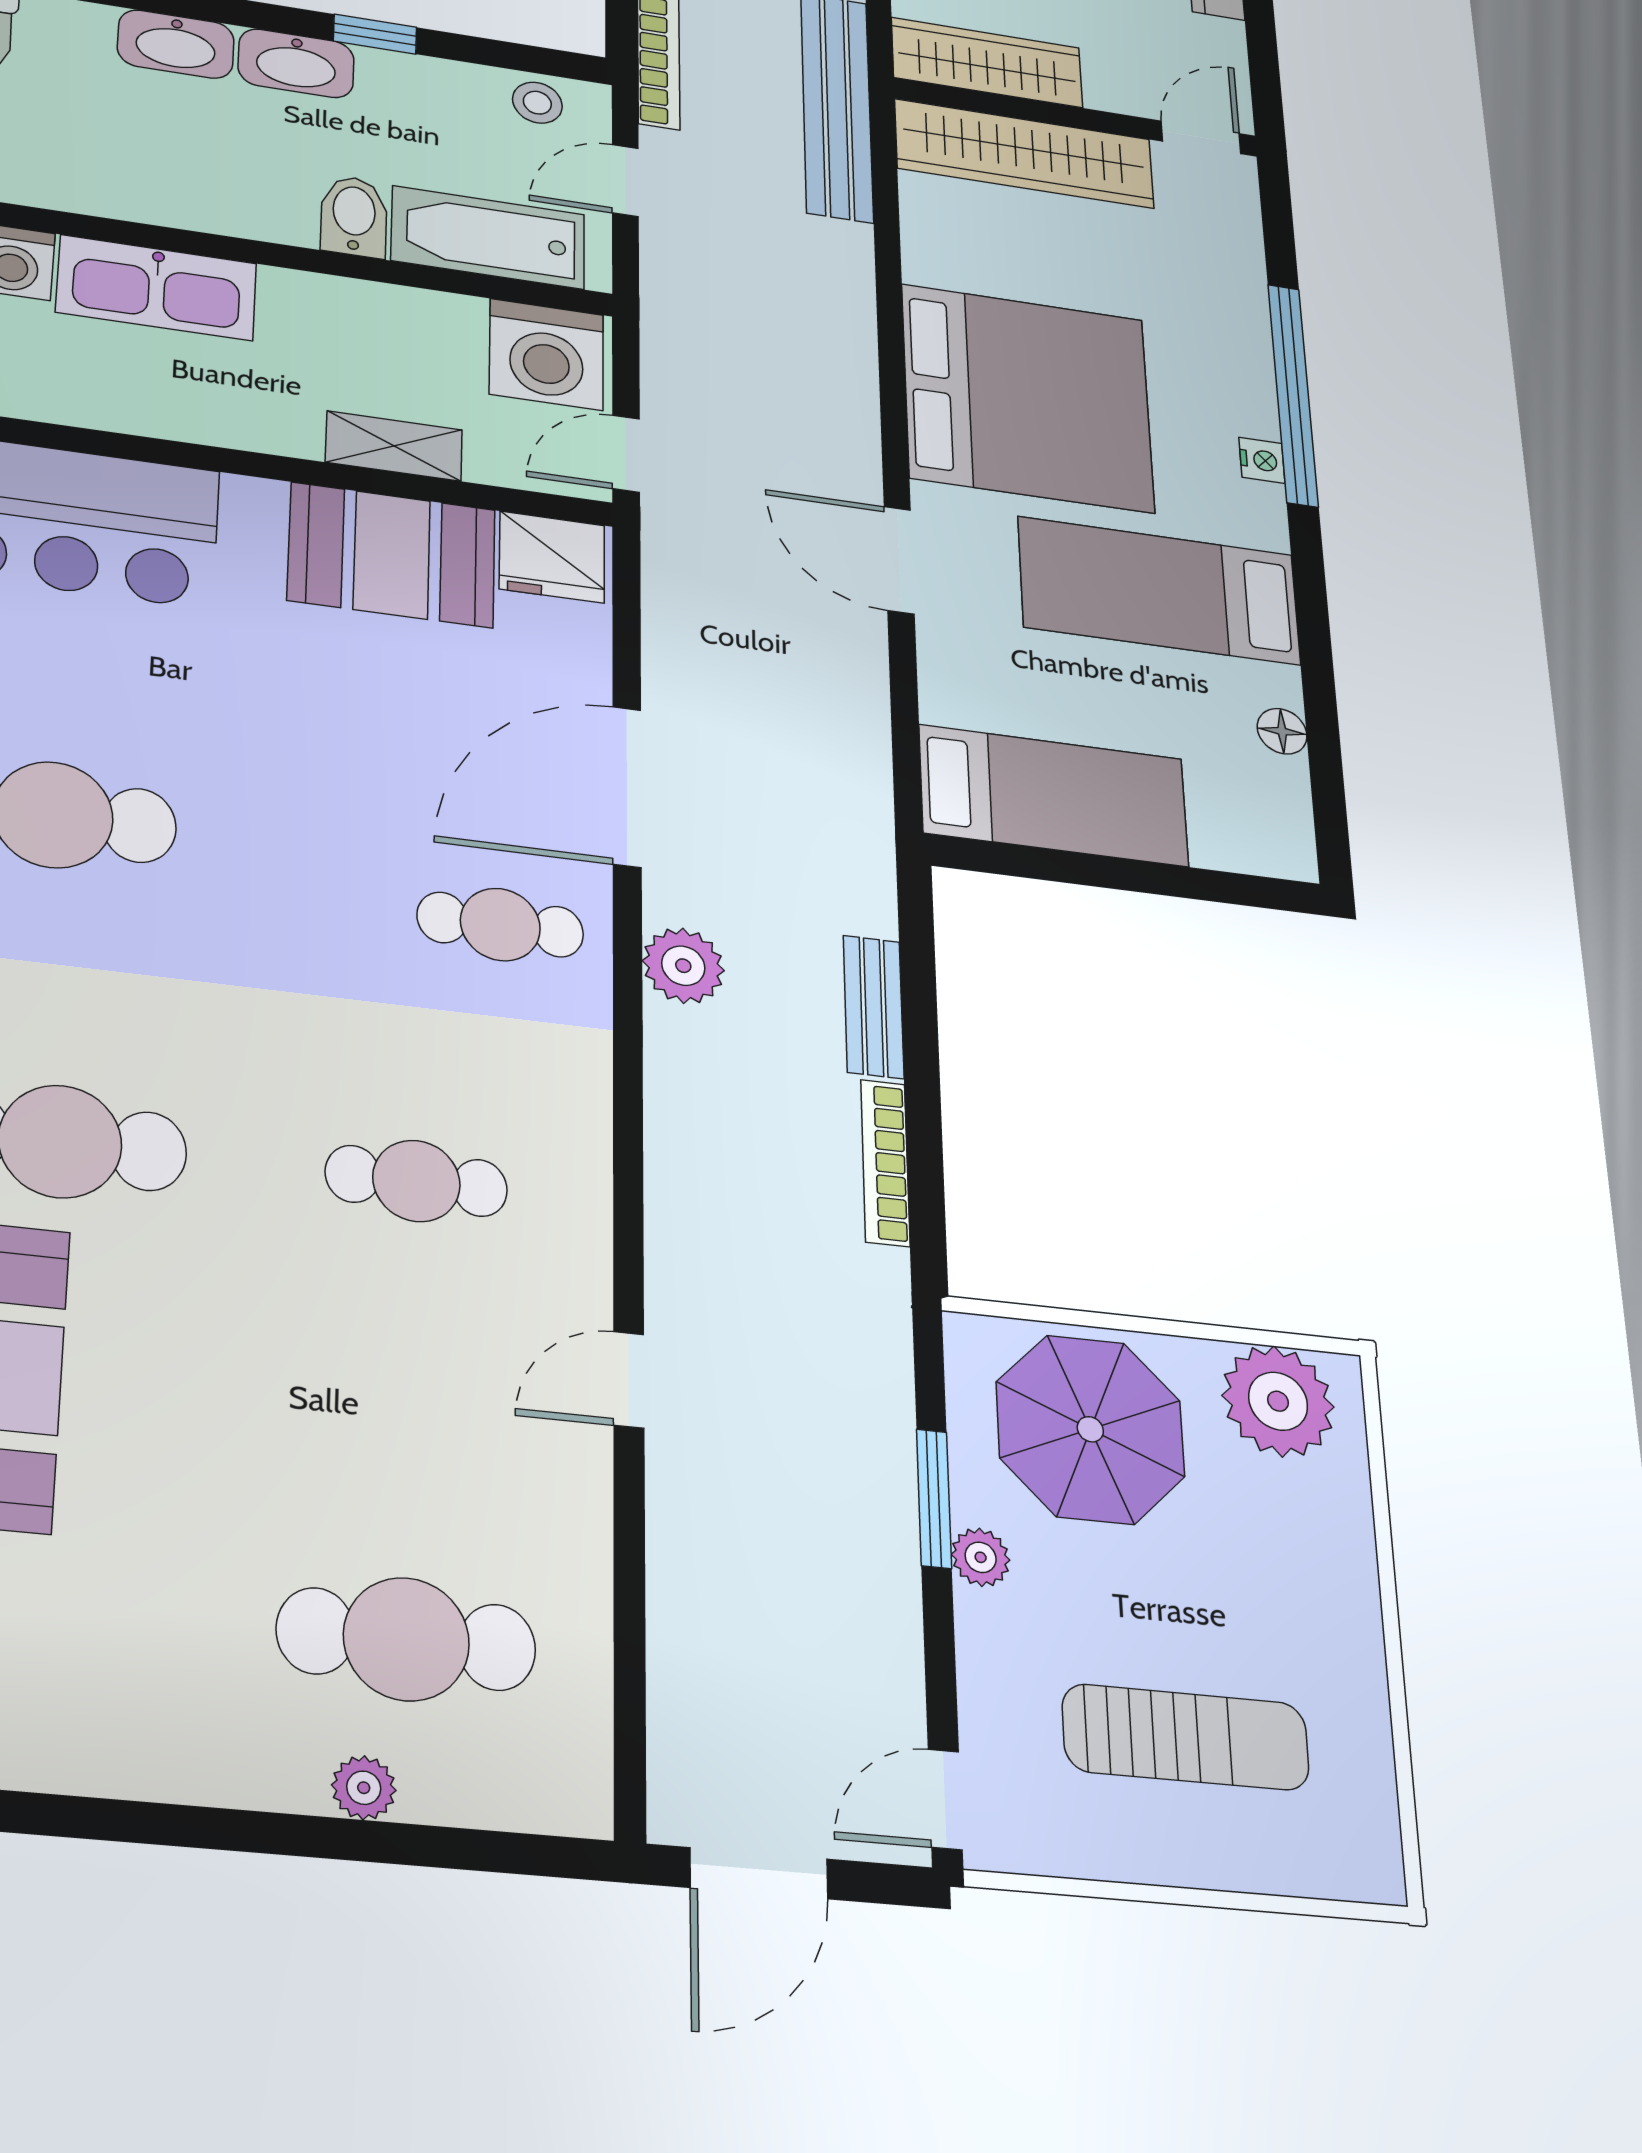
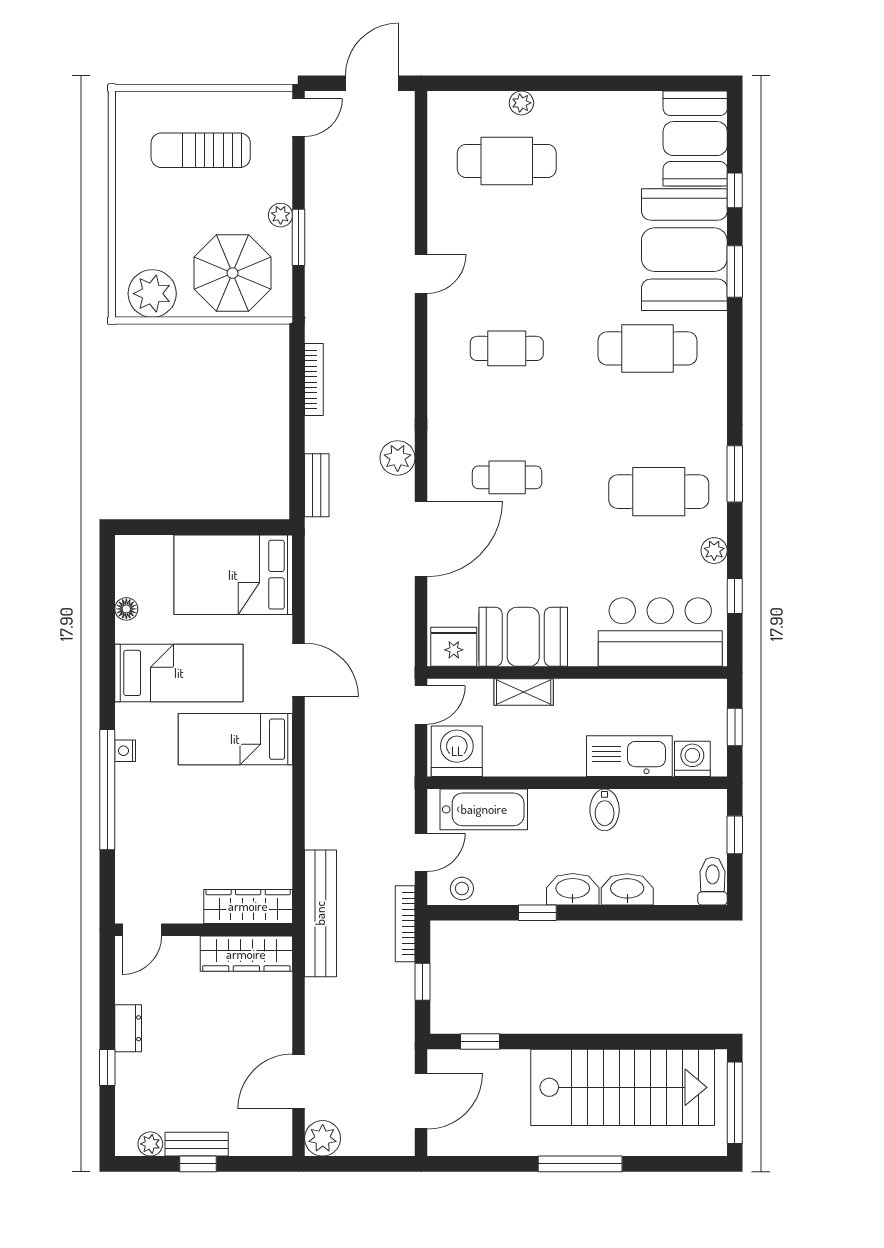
wardrobe: (1024, 154) -> (248, 906), width x0.71, depth x0.85
bidet: (354, 216) -> (605, 810), moved
bed: (1027, 398) -> (235, 739), width x0.49
bed: (1054, 796) -> (233, 575), width x1.50
cafe table: (500, 925) -> (507, 477), moved
bench: (874, 1007) -> (317, 485), moved

